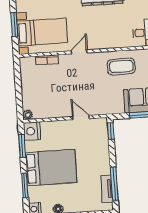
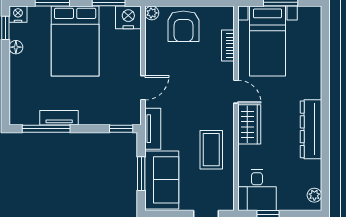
wardrobe: (102, 41) -> (249, 124), added
armchair: (36, 92) -> (183, 26), added
tv unit: (109, 109) -> (153, 129), added
tv unit: (107, 189) -> (59, 118), moved

